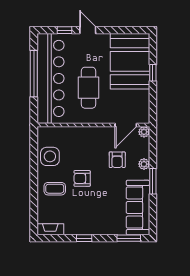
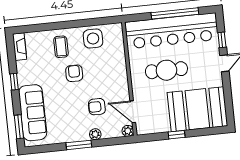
window: (153, 73) -> (177, 135), moved
sofa: (138, 208) -> (33, 113), moved, turned 90

